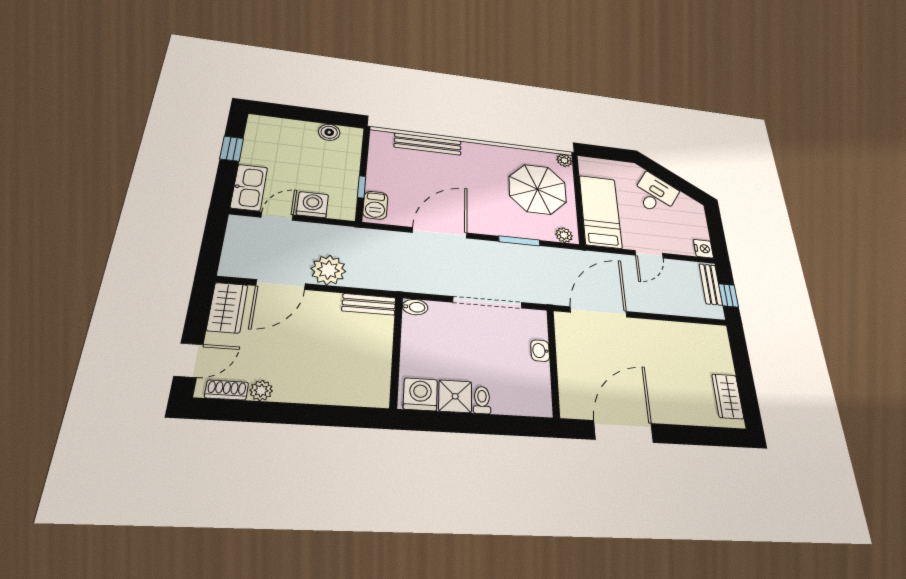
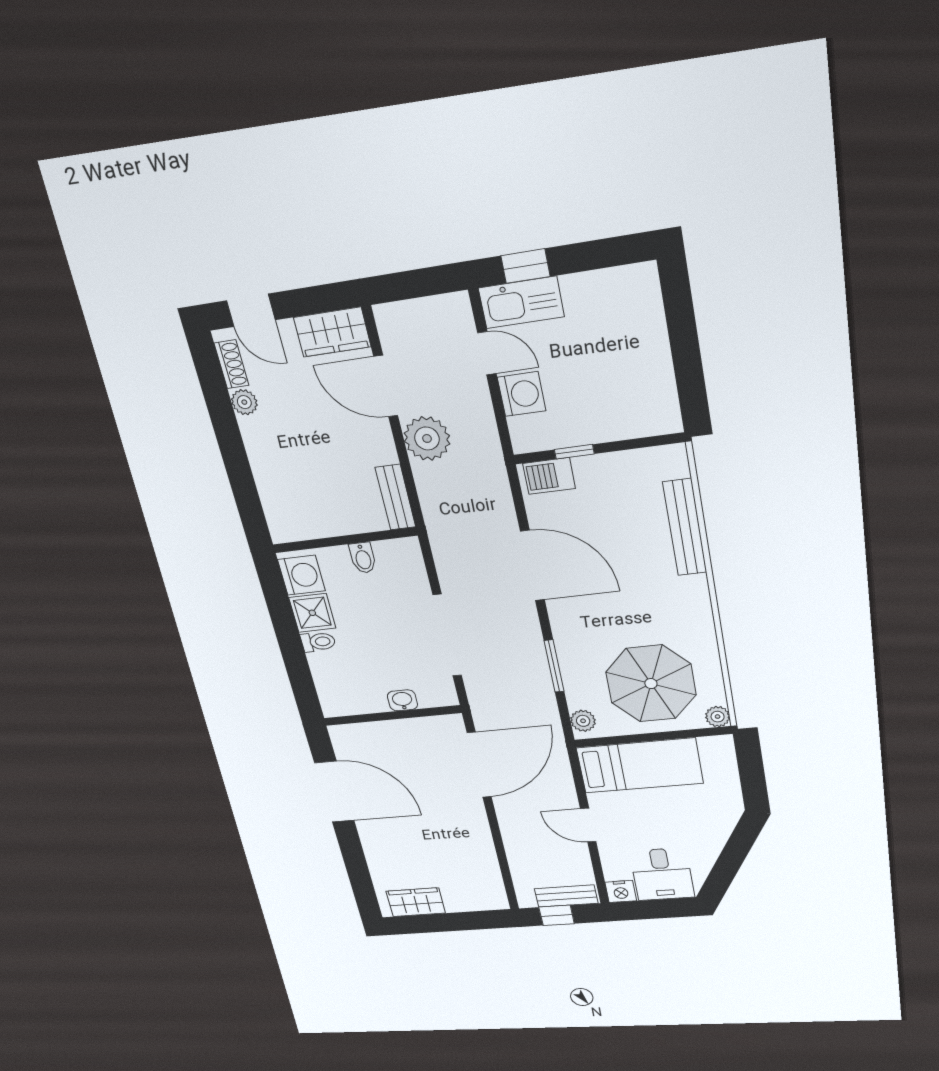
boiler: (329, 132) -> (660, 385), removed
window: (232, 149) -> (525, 266), moved
desk: (655, 194) -> (662, 874), moved, turned 58
bidet: (415, 307) -> (363, 558), moved
door: (599, 312) -> (479, 765), hinge flipped

